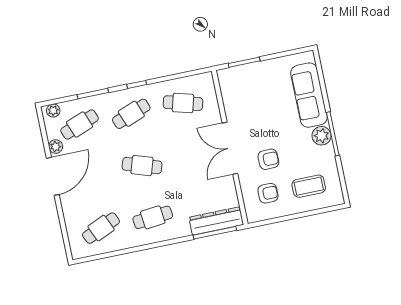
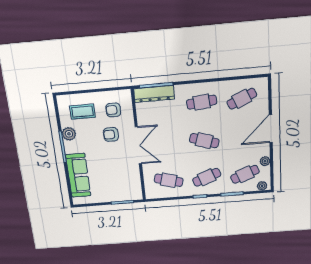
plant: (321, 136) -> (69, 134), moved
door: (53, 176) -> (271, 129), moved

